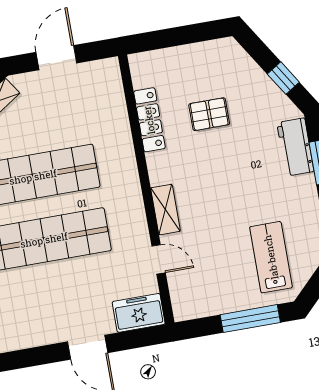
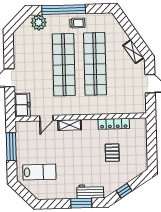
window: (250, 319) -> (11, 147), moved

